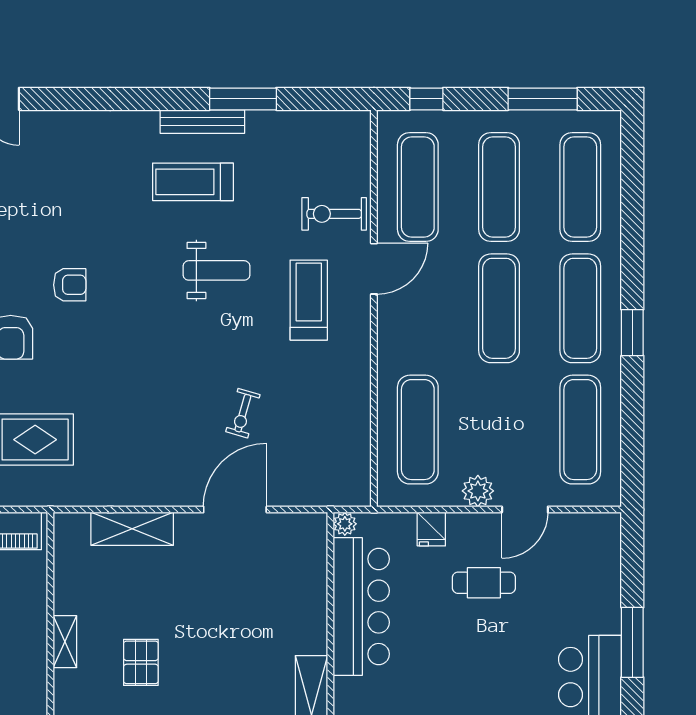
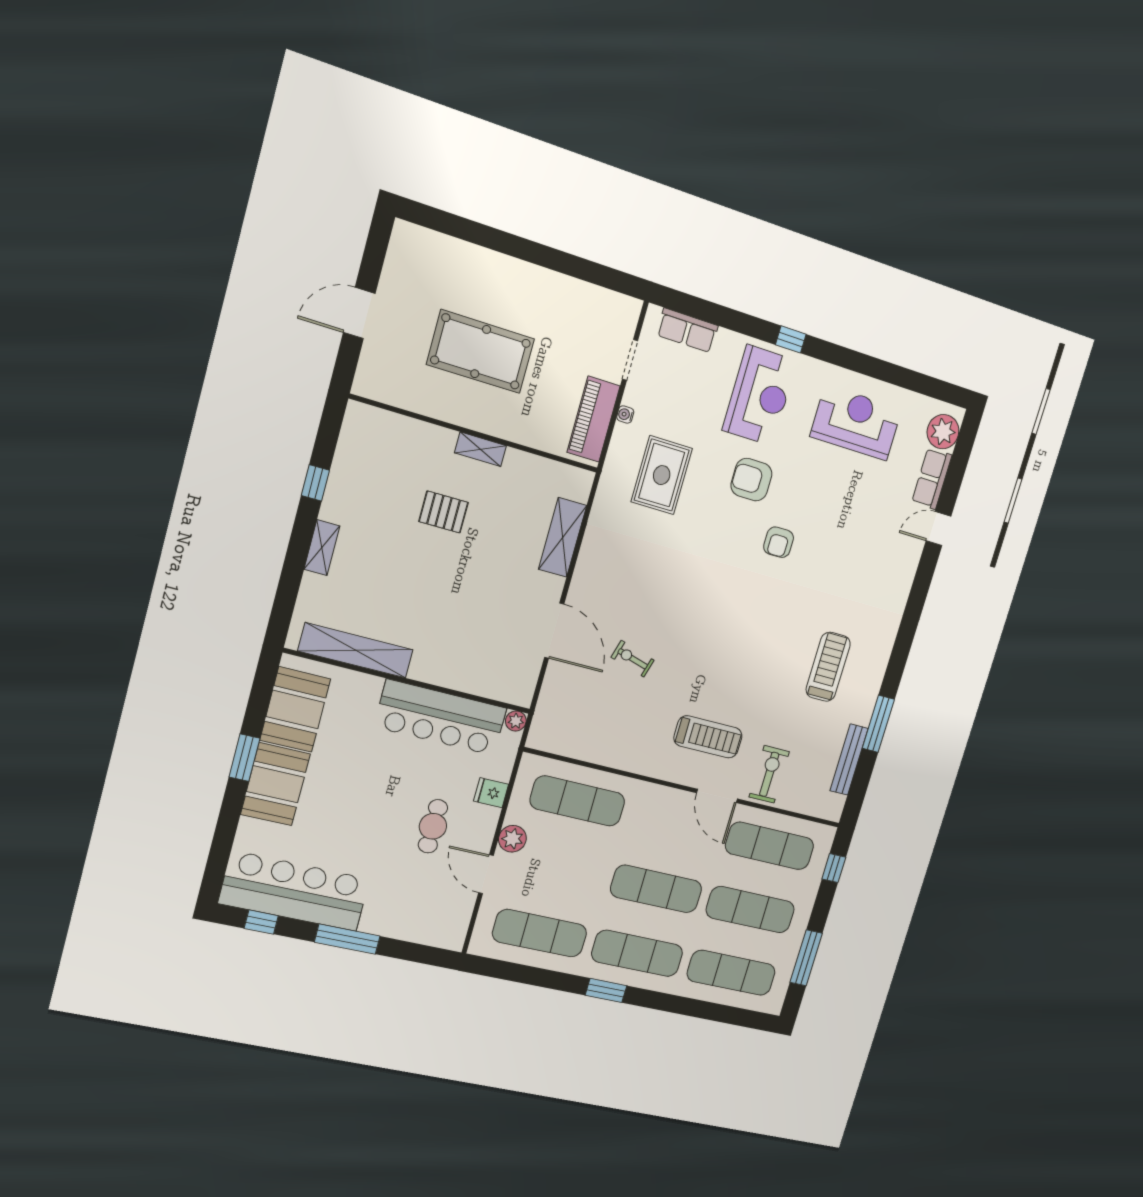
bench: (202, 122) -> (849, 760), moved
weight bench: (216, 270) -> (754, 667), removed

